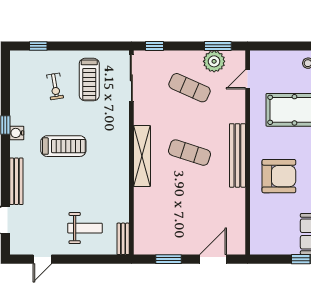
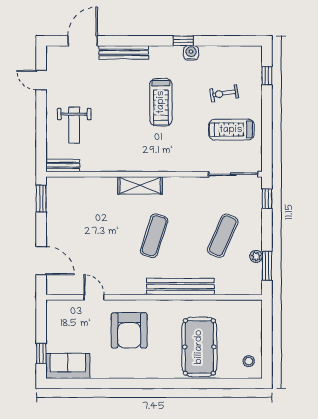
plant: (214, 61) -> (256, 256), width x0.53, depth x0.53
door: (248, 79) -> (94, 297), moved
water cooler: (17, 133) -> (191, 53), moved
bench: (237, 155) -> (180, 287), moved
shelving: (142, 156) -> (140, 185), width x0.68
window: (168, 259) -> (41, 199), moved

